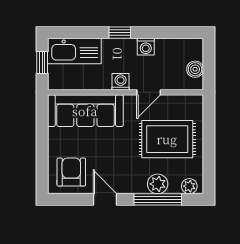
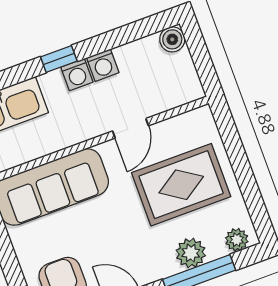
boiler: (195, 69) -> (172, 39), moved
washing machine: (121, 82) -> (77, 75), moved, turned 180

